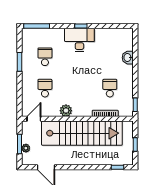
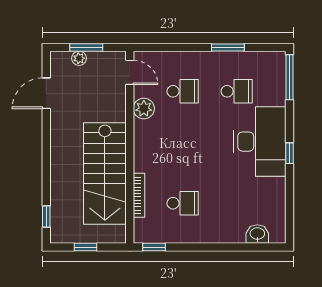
desk: (79, 40) -> (260, 142), width x1.36, depth x1.30
washbasin: (128, 58) -> (257, 234), moved
plant: (66, 111) -> (144, 109), moved
stairs: (82, 133) -> (105, 174), width x0.73

